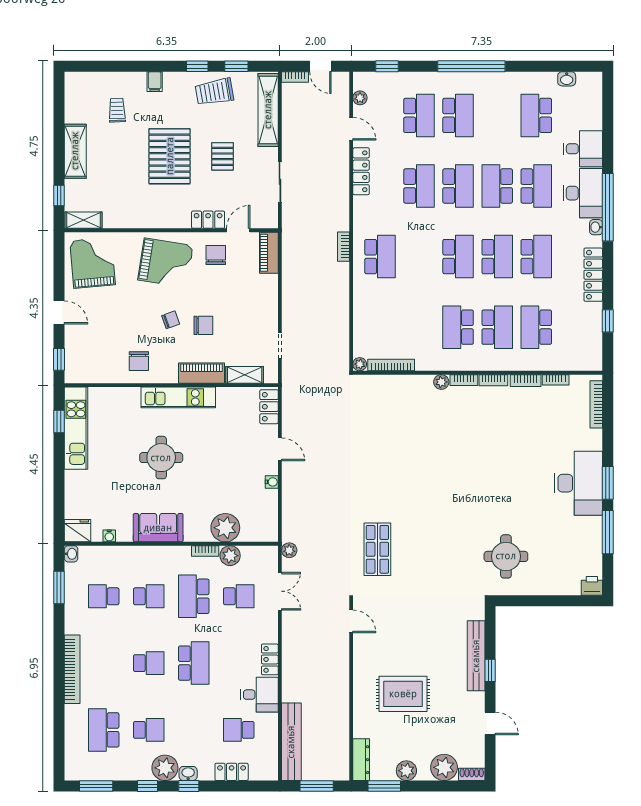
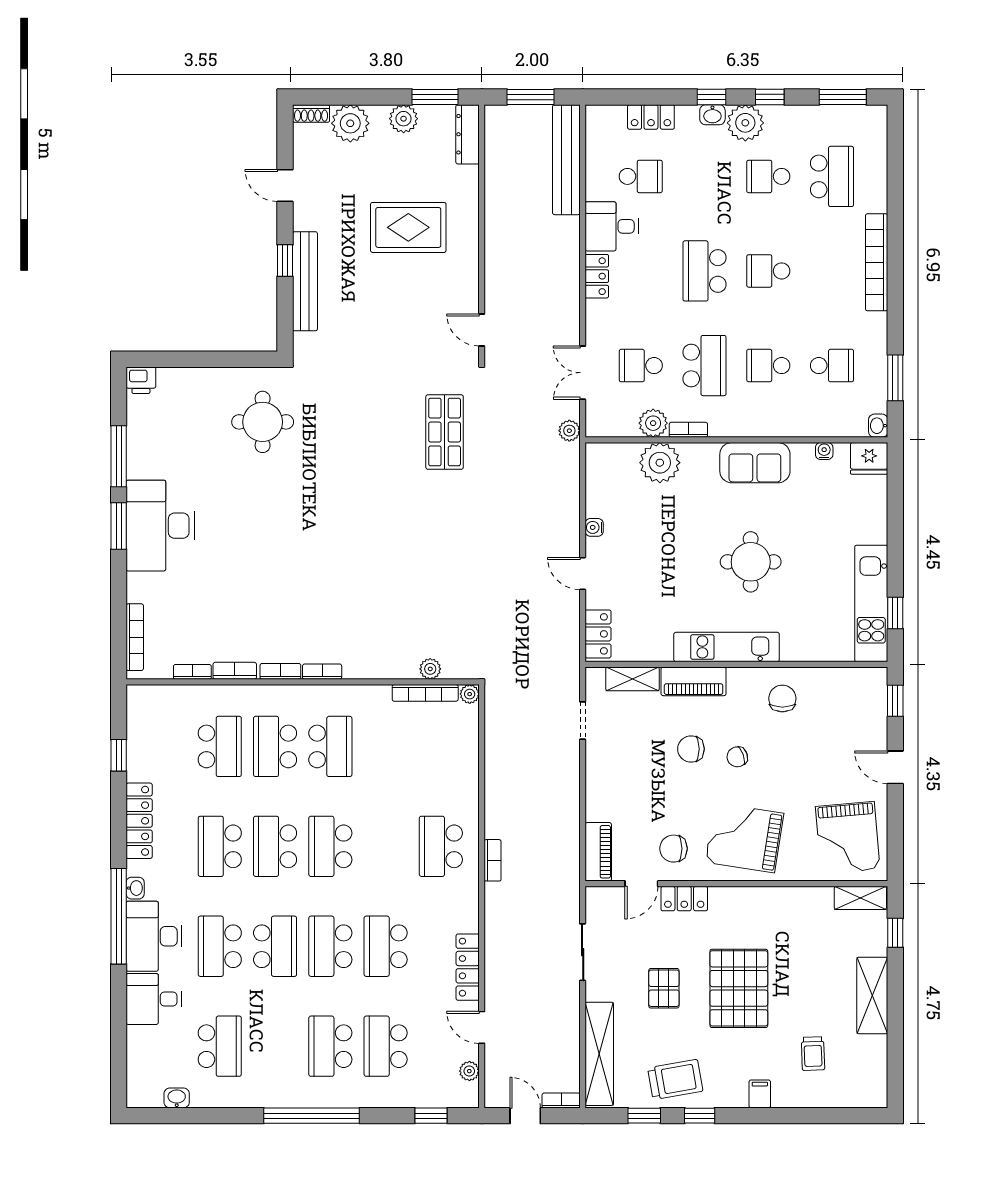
chair: (216, 255) -> (673, 849), turned 90
plant: (441, 382) -> (430, 669), moved

